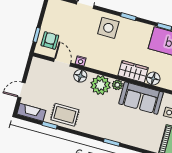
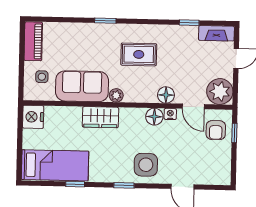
floor lamp: (153, 79) -> (154, 117), moved
plant: (100, 85) -> (220, 92), moved
rug: (65, 115) -> (139, 54), moved

